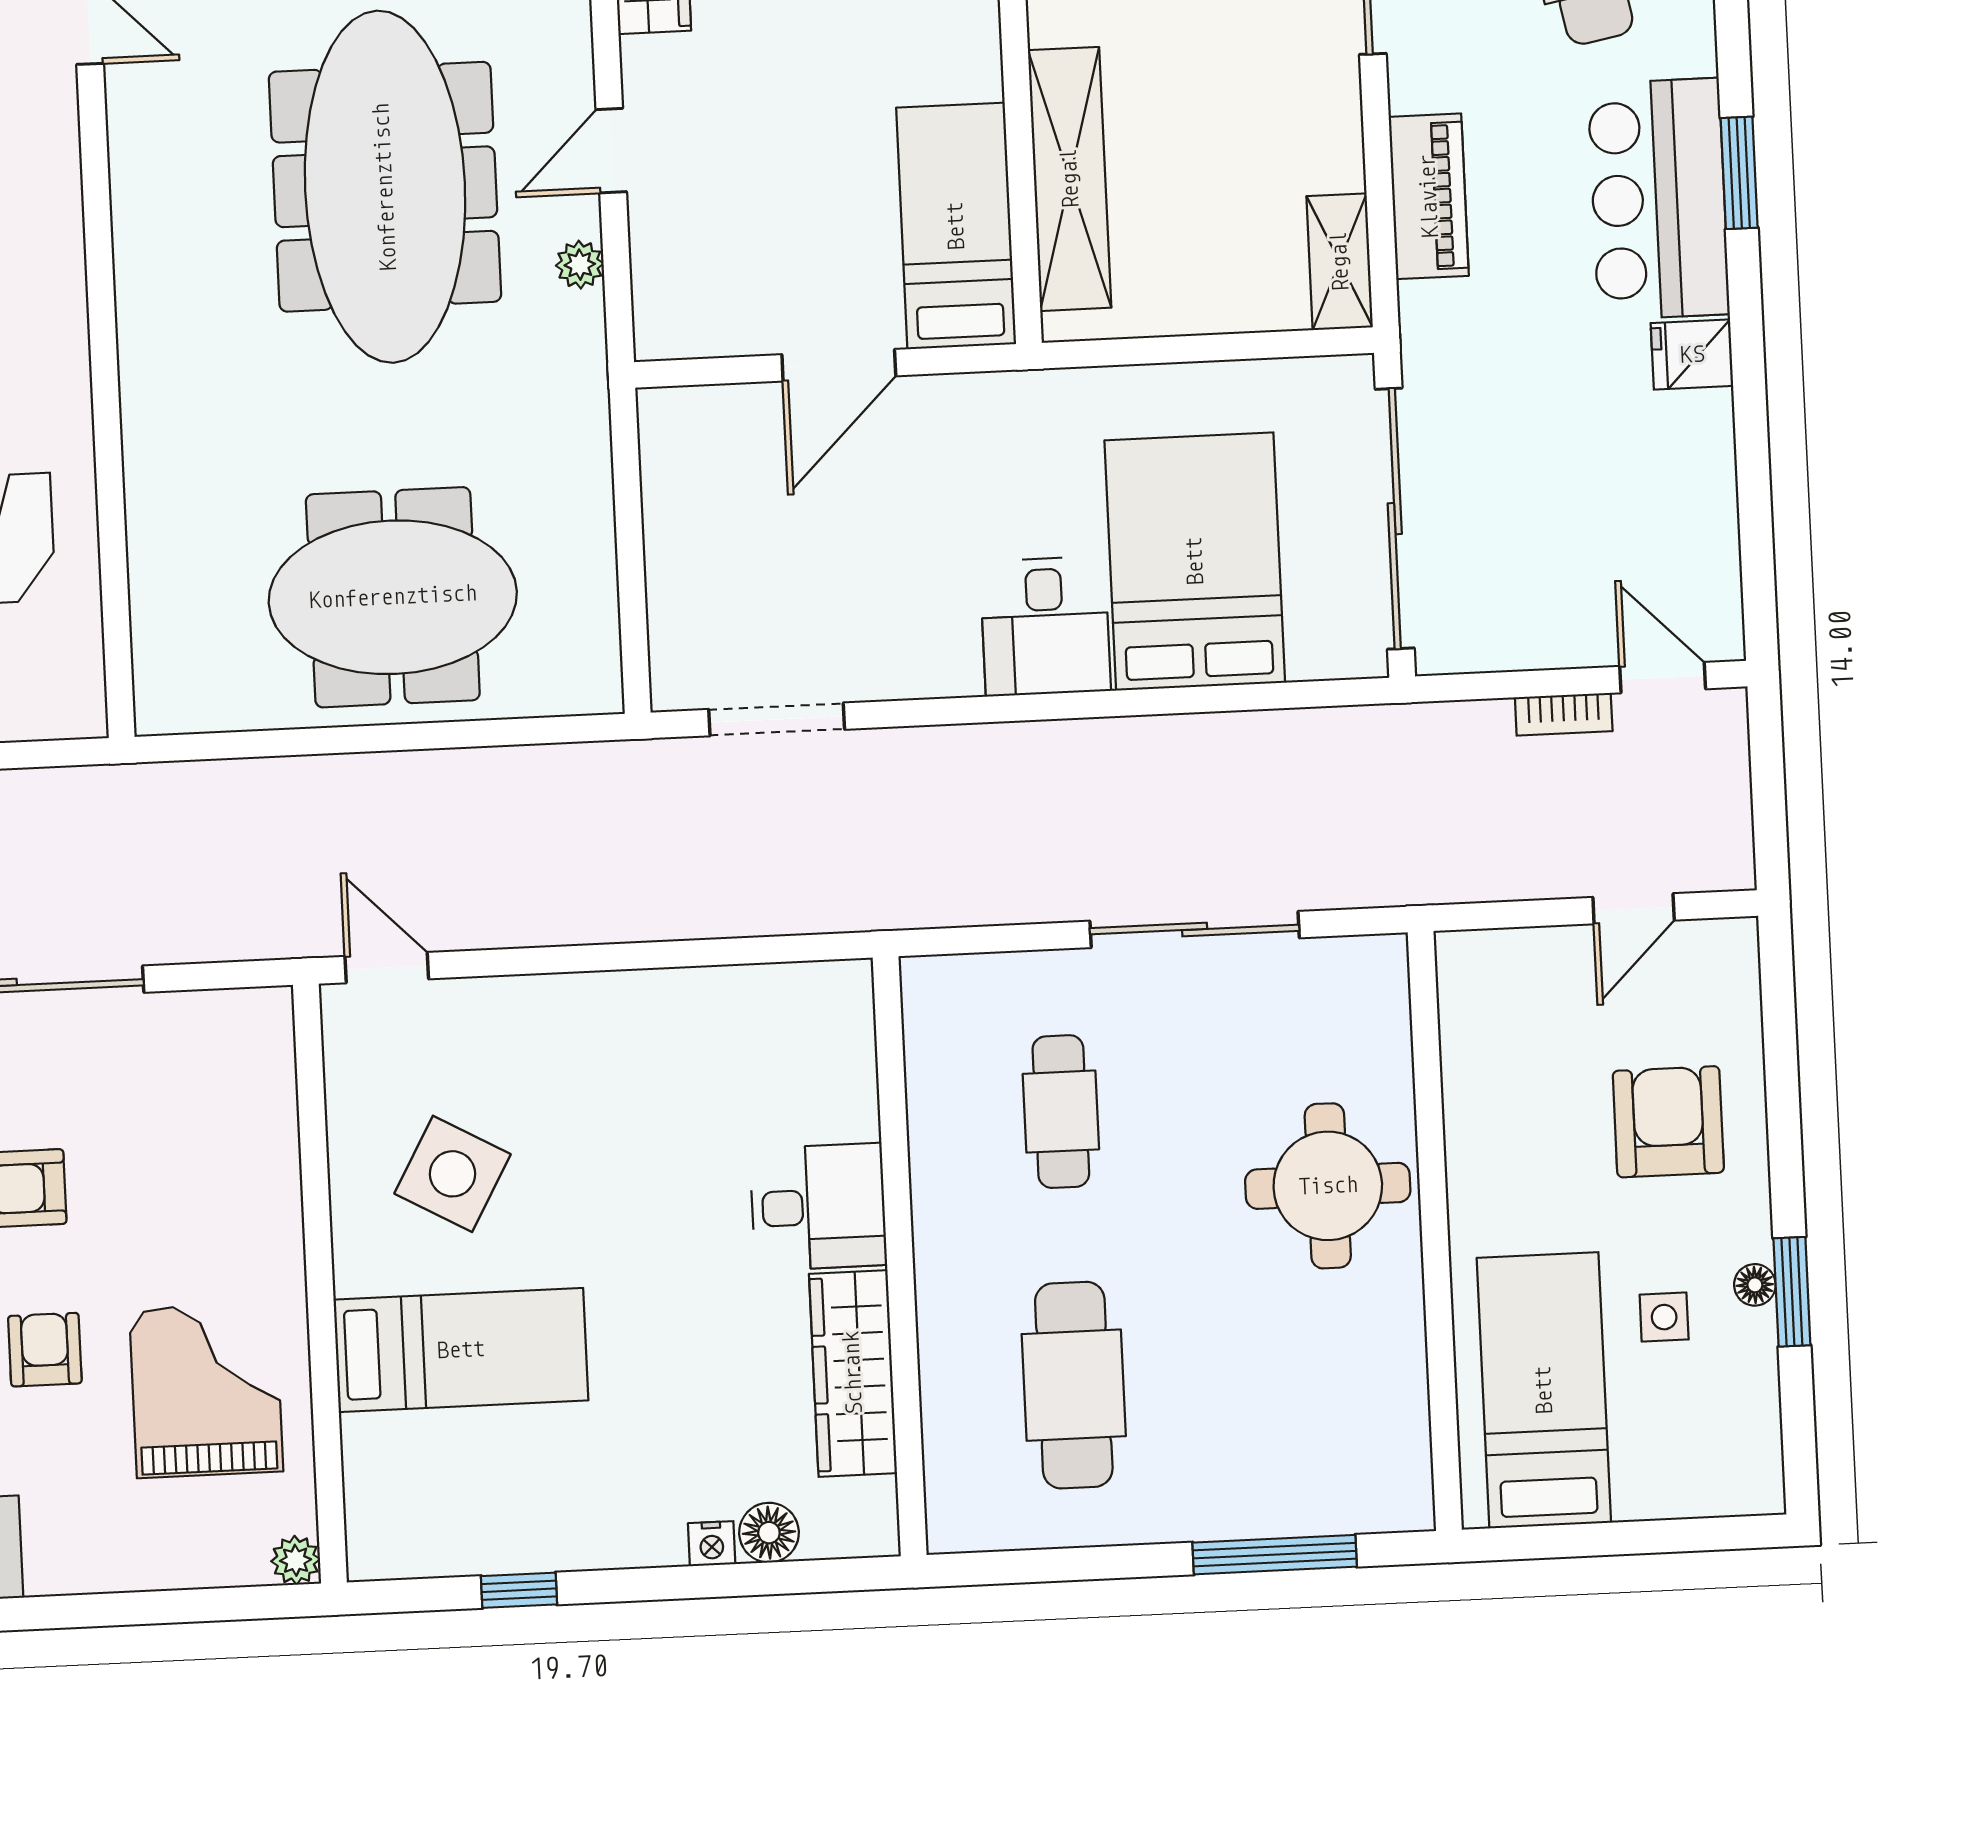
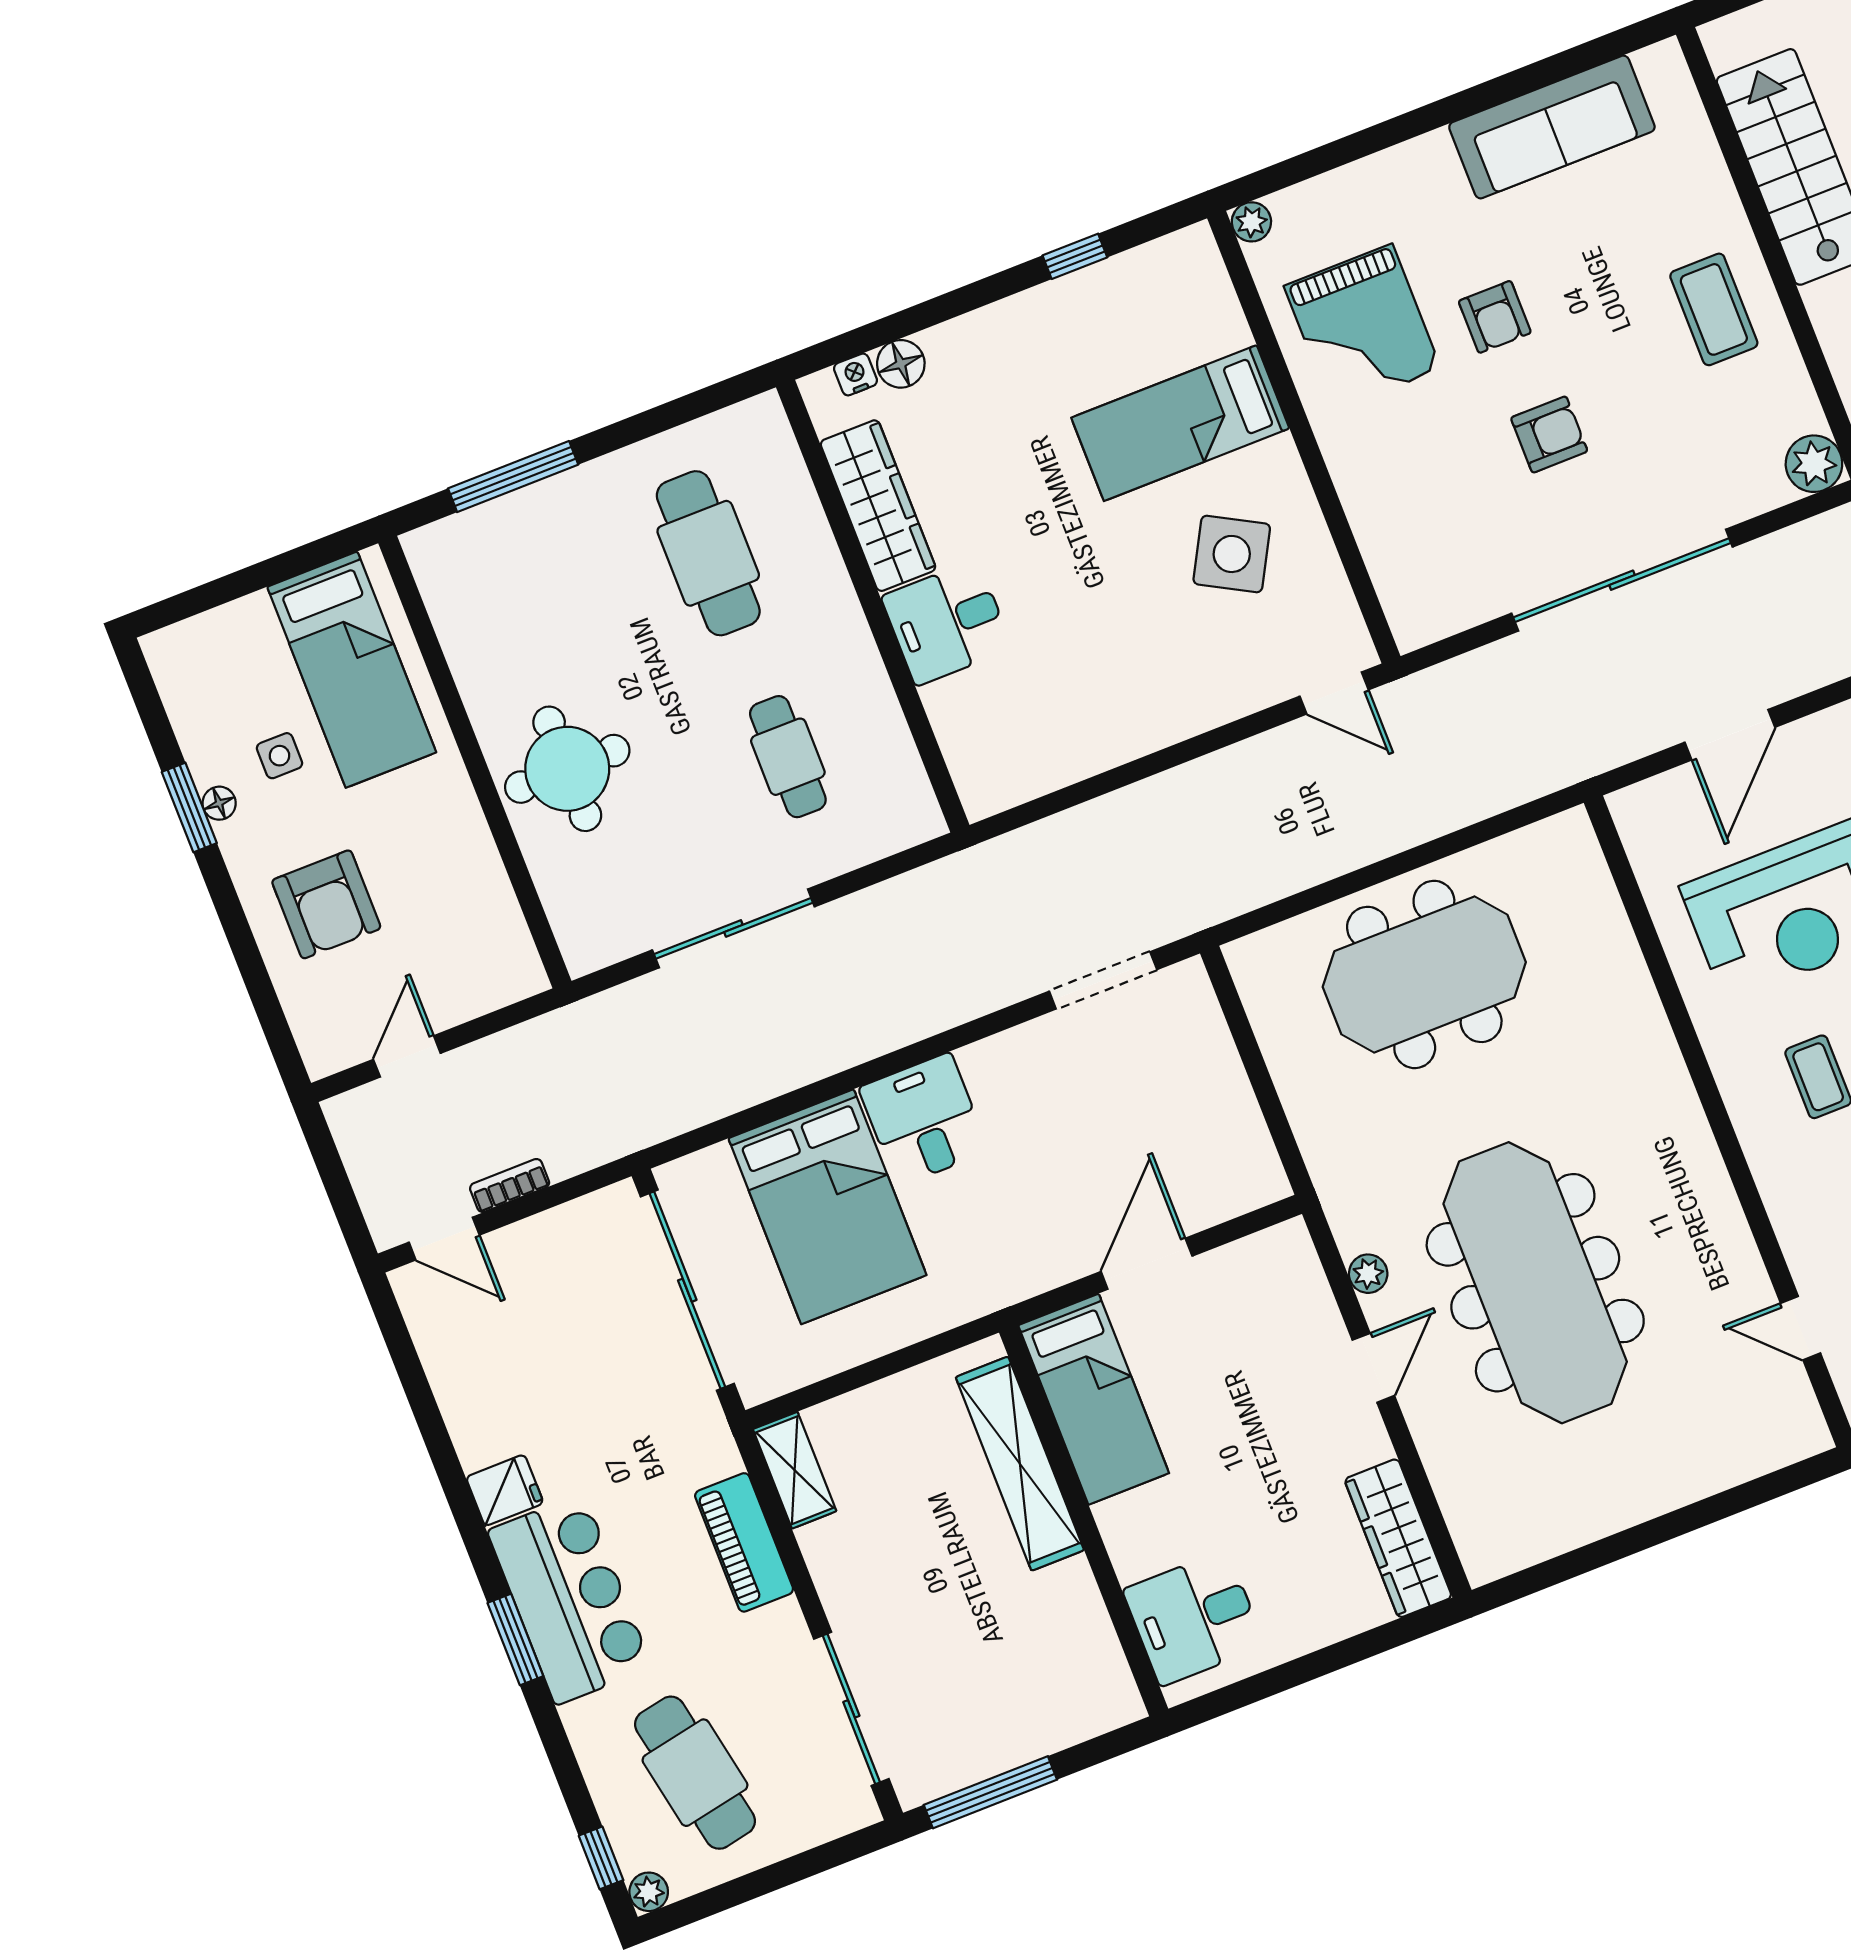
nightstand: (712, 1544) -> (855, 374), moved

